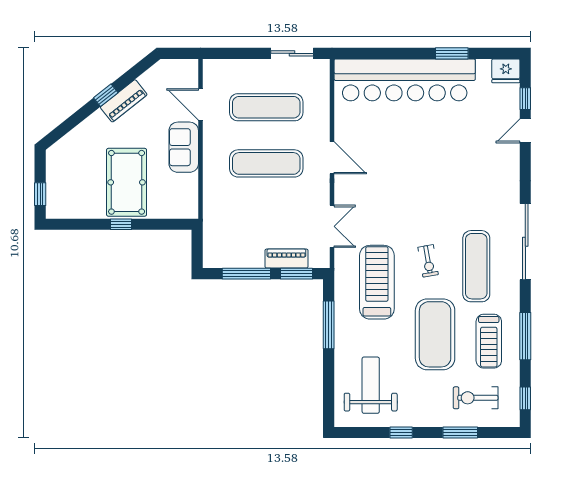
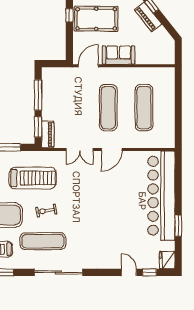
sliding door: (292, 53) -> (178, 124), removed
door: (200, 104) -> (88, 66), moved
double door: (332, 226) -> (80, 149), moved
piano: (286, 259) -> (48, 134), moved

